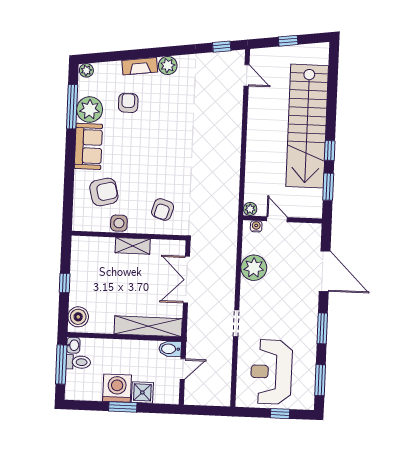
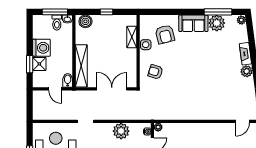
armchair: (128, 103) -> (222, 47), removed
shelving: (133, 246) -> (132, 37), moved
window: (123, 407) -> (30, 64), moved

